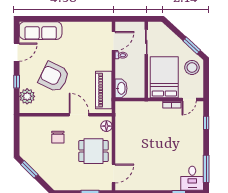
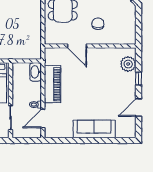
sofa: (41, 31) -> (94, 129), moved
armchair: (54, 77) -> (102, 83), removed
piano: (104, 90) -> (53, 84), moved
floor lamp: (106, 126) -> (50, 35), removed

